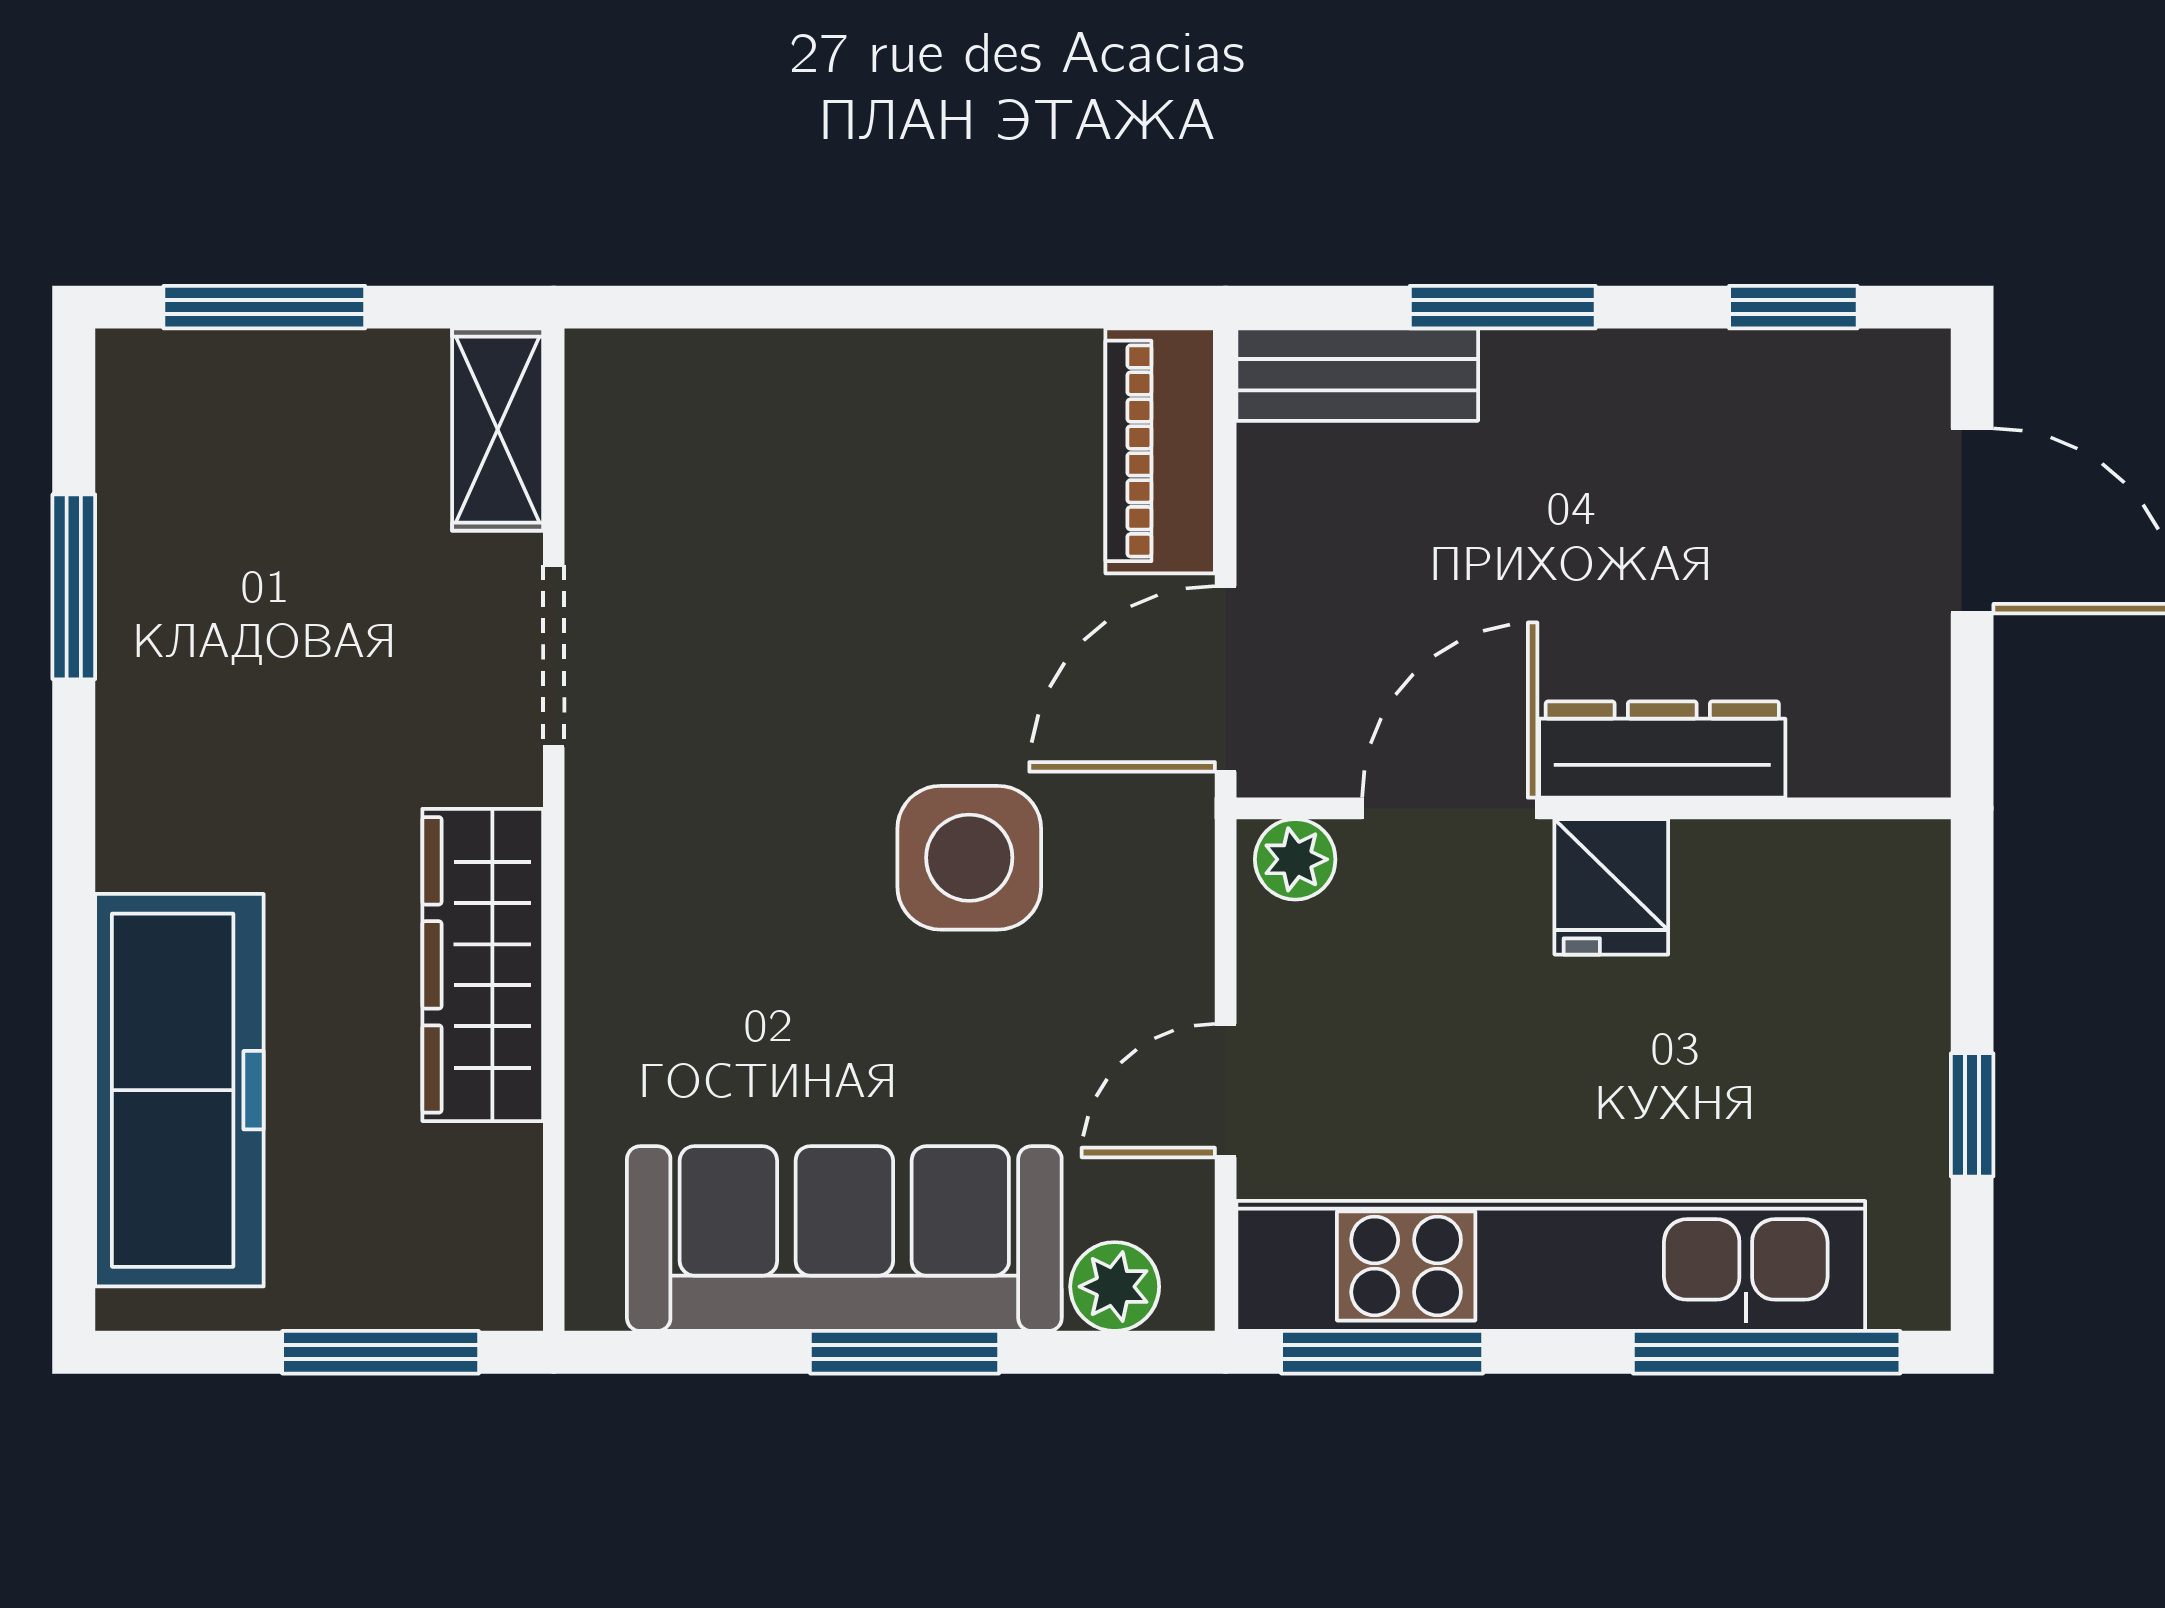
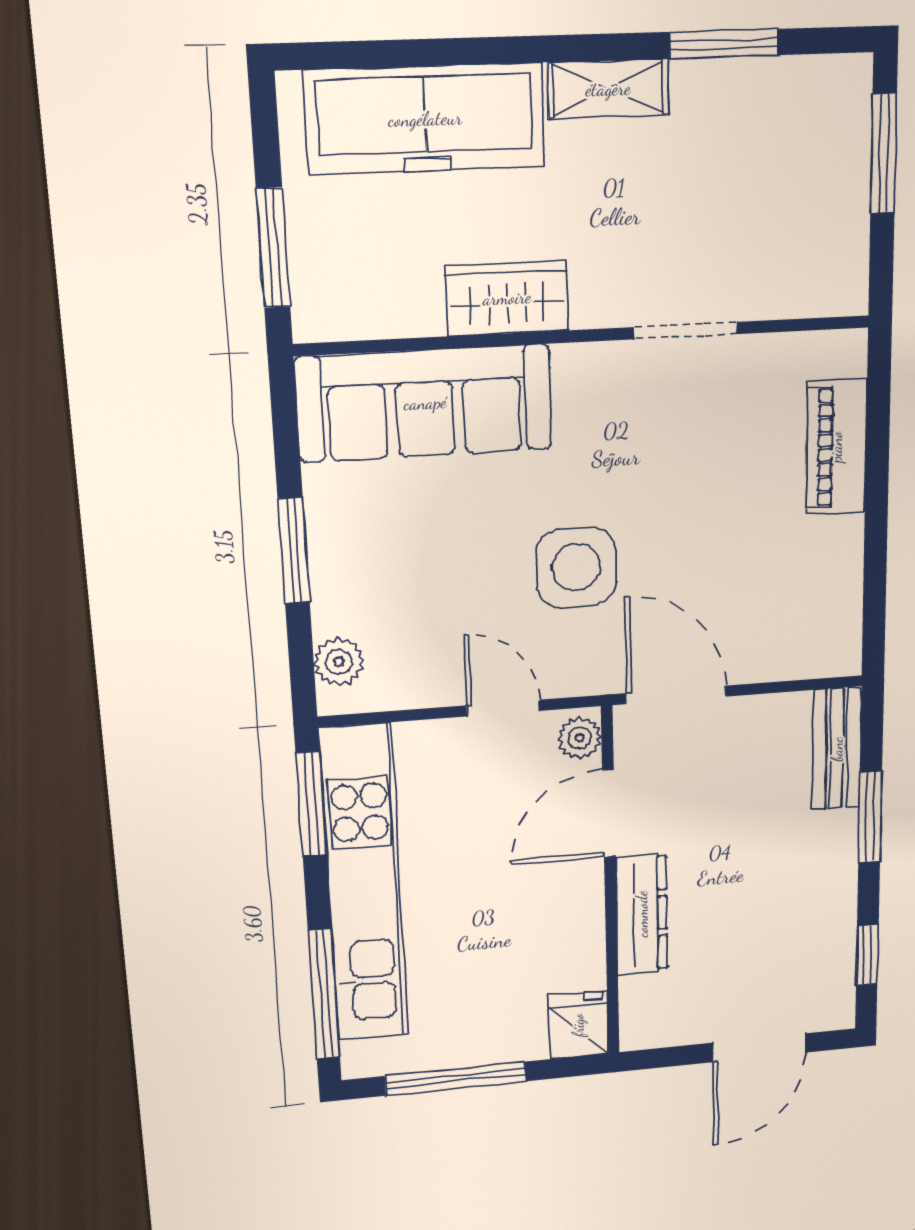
shelving: (498, 430) -> (608, 89), moved
piano: (1160, 451) -> (836, 447), moved, turned -90
door: (1450, 808) -> (609, 813), swing flipped
fridge: (1611, 887) -> (578, 1025), moved, turned 90
wardrobe: (483, 965) -> (507, 298), width x0.67
door: (1226, 1091) -> (503, 708), moved
window: (1972, 1115) -> (456, 1079), width x2.17
sofa: (844, 1239) -> (425, 403), moved, turned 90

